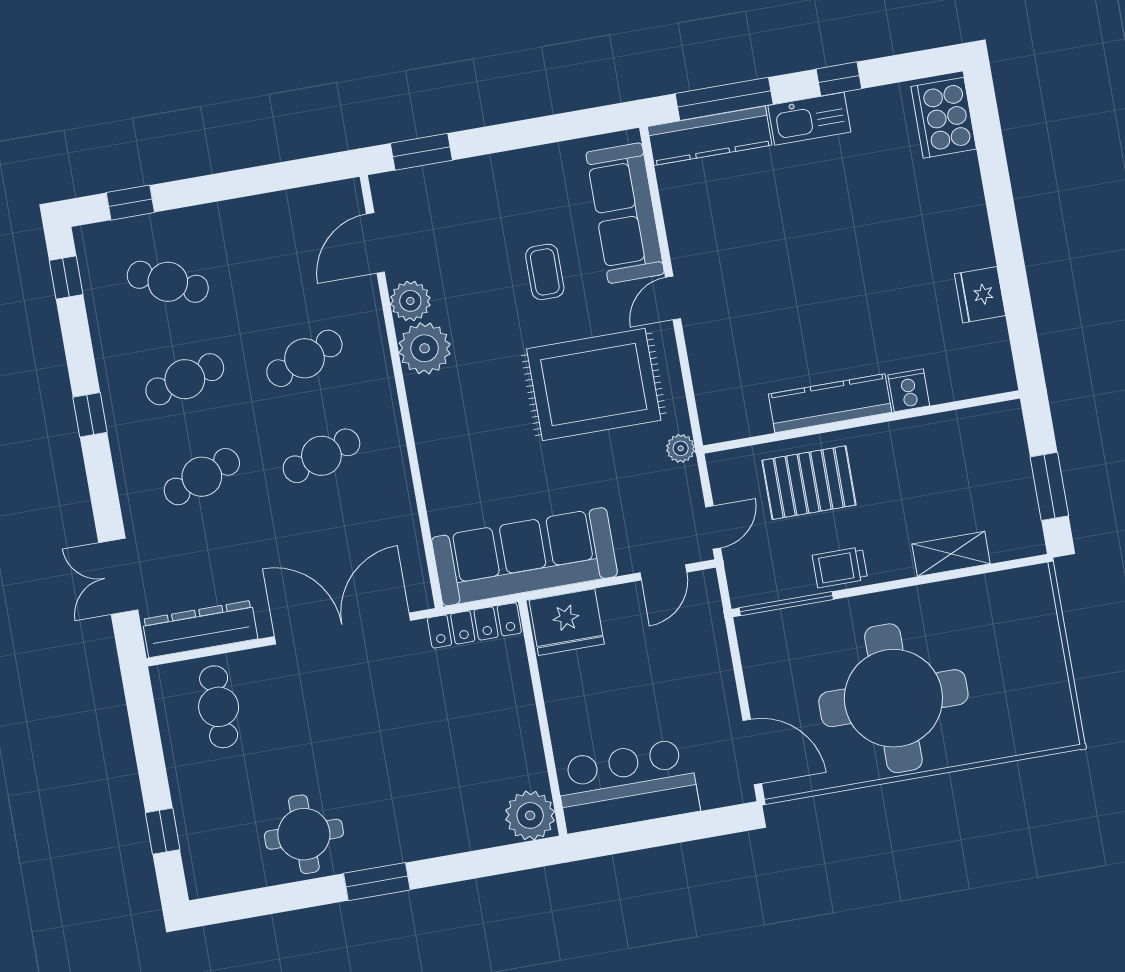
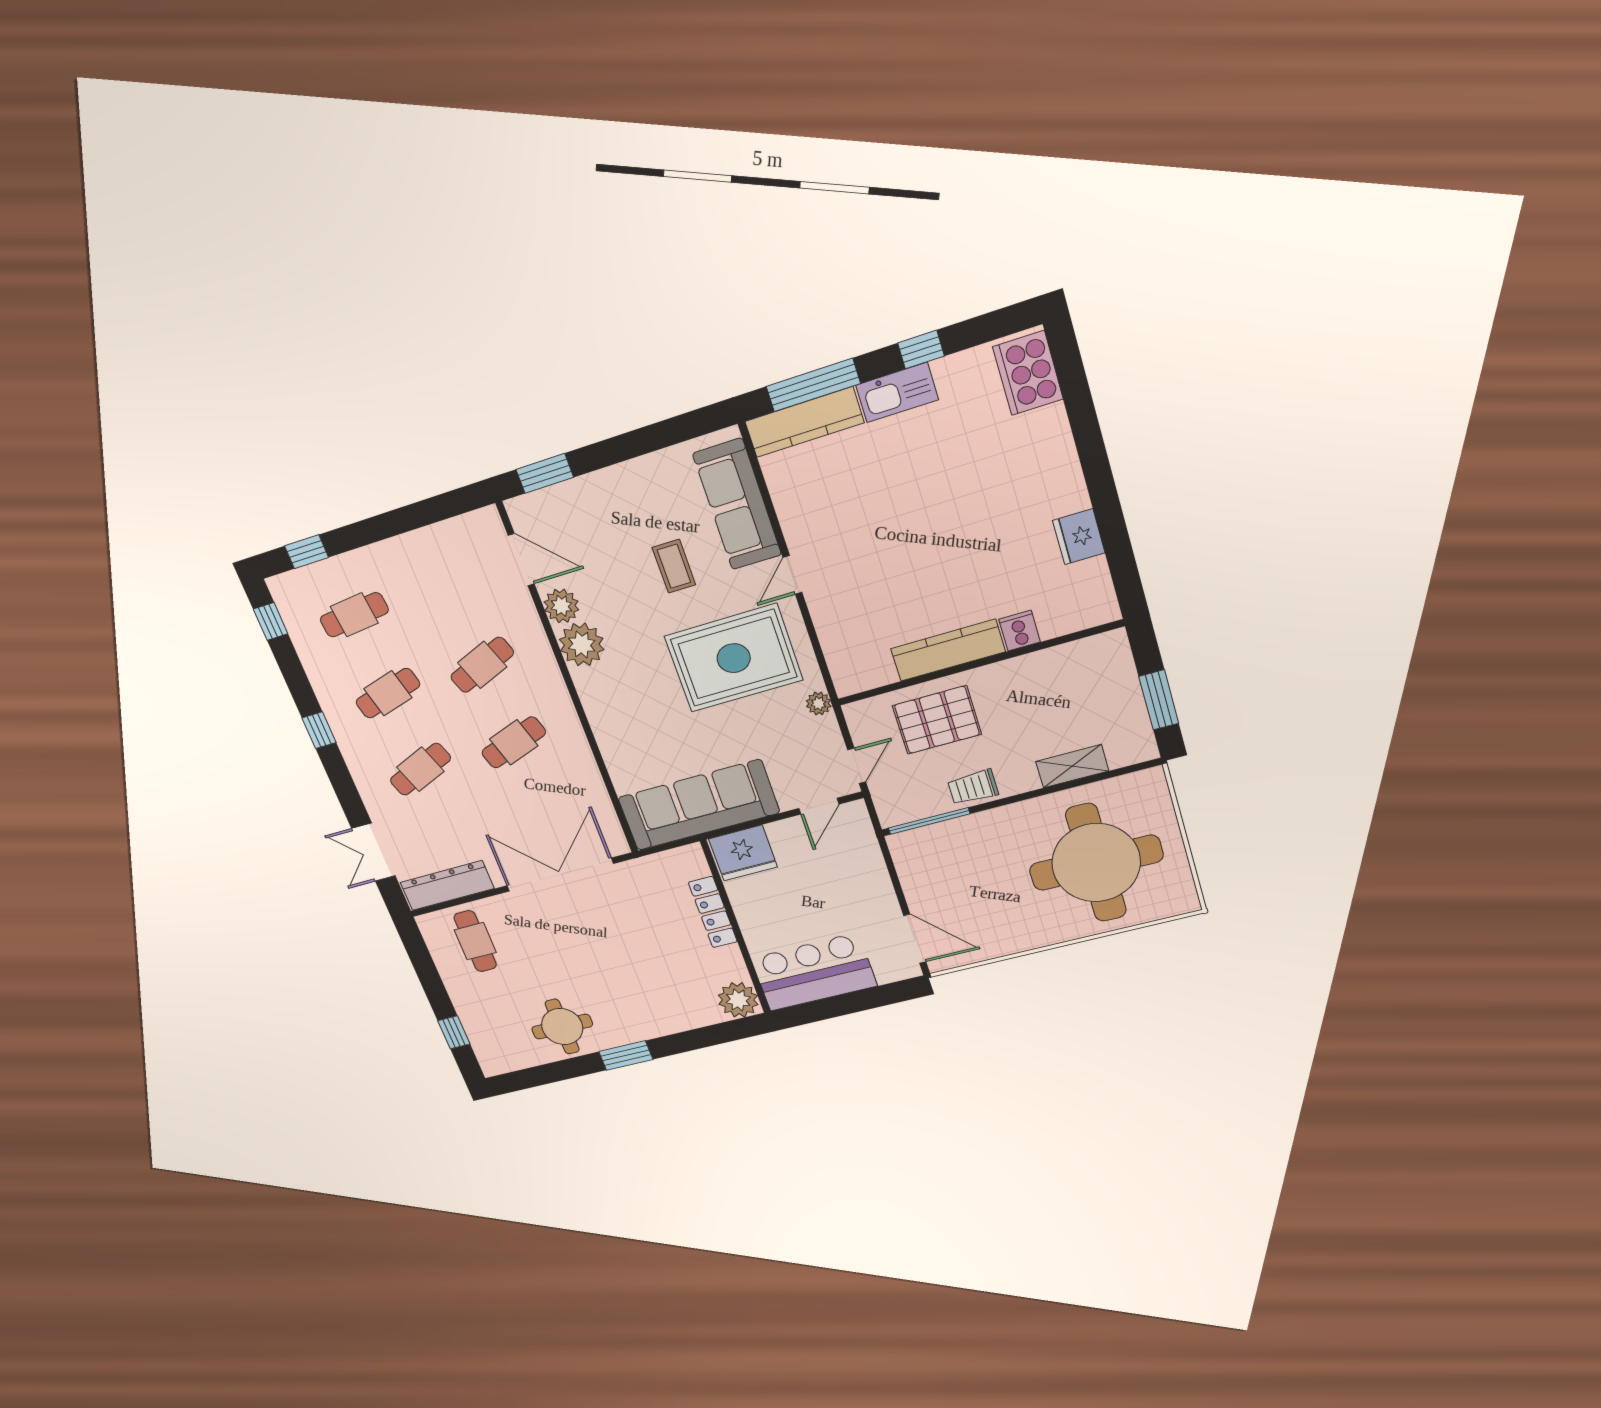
door: (375, 243) -> (521, 560), swing flipped
cafe table: (168, 282) -> (354, 615), turned -30
locker: (474, 625) -> (713, 912), moved, turned 90
round table: (893, 698) -> (1096, 863), moved

